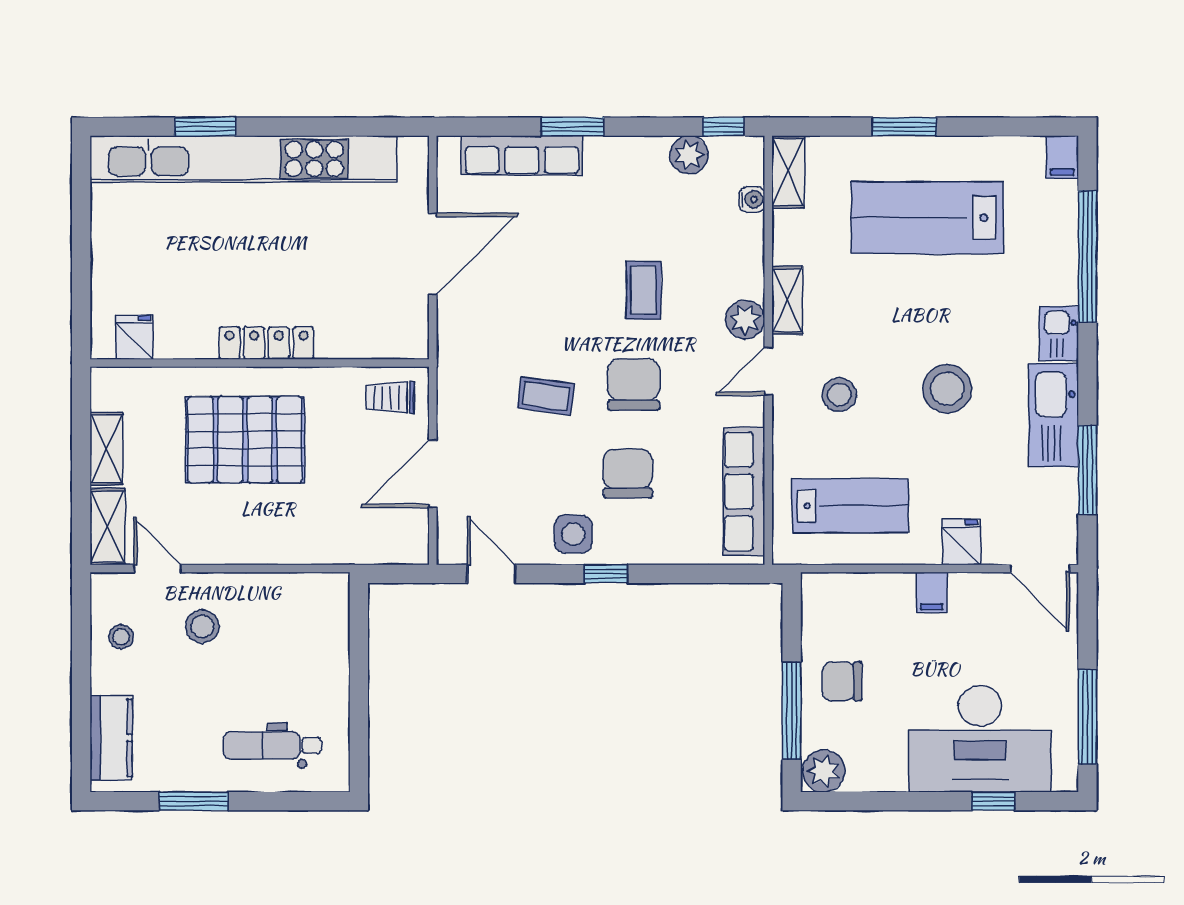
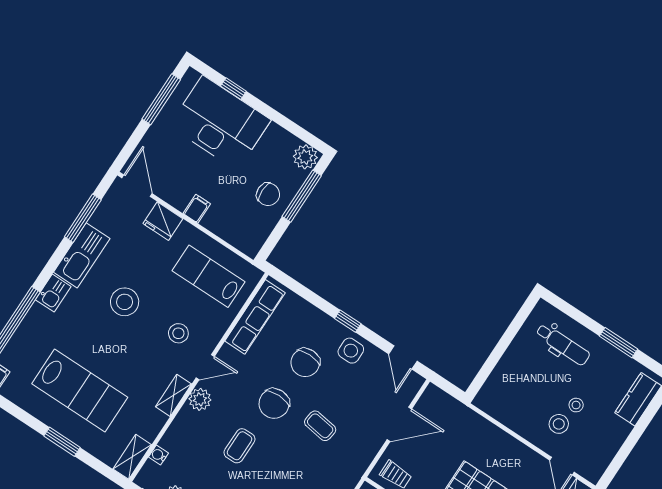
fridge: (961, 542) -> (163, 221), width x1.38
stool: (121, 637) -> (576, 405), moved

